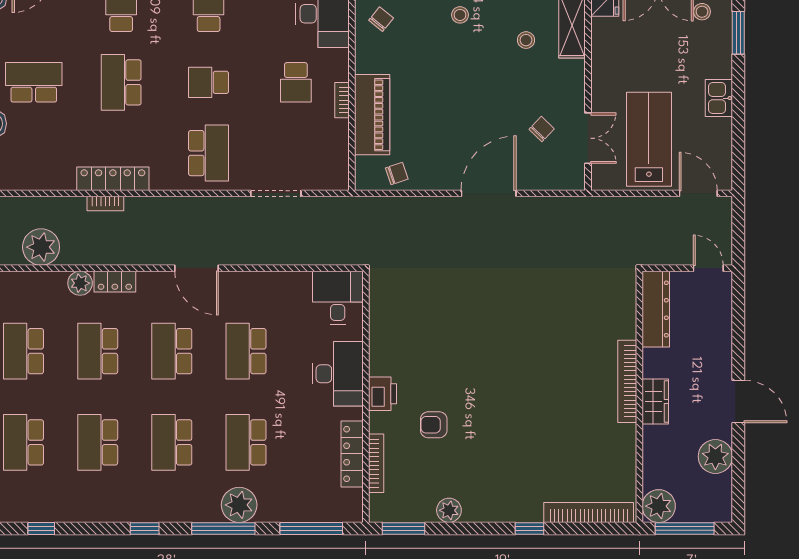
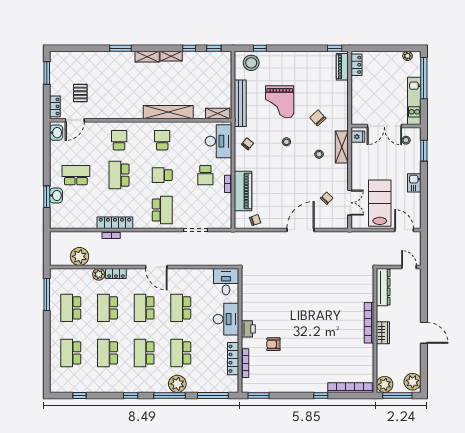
plant: (715, 456) -> (413, 382), moved
plant: (449, 510) -> (281, 386), removed

